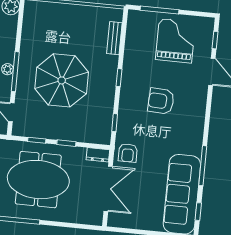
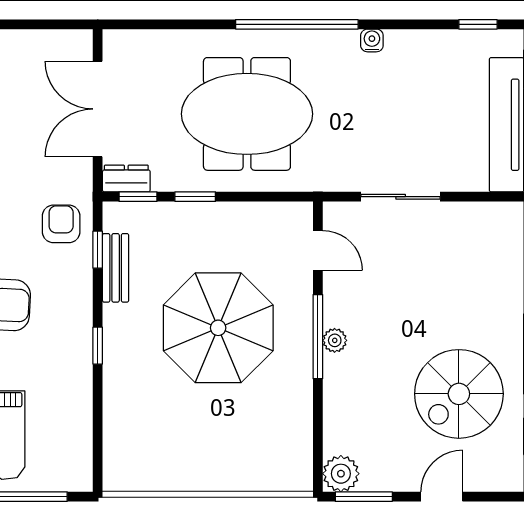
bench: (114, 38) -> (116, 268), moved
window: (37, 140) -> (138, 197), moved
armchair: (128, 153) -> (61, 224), moved

